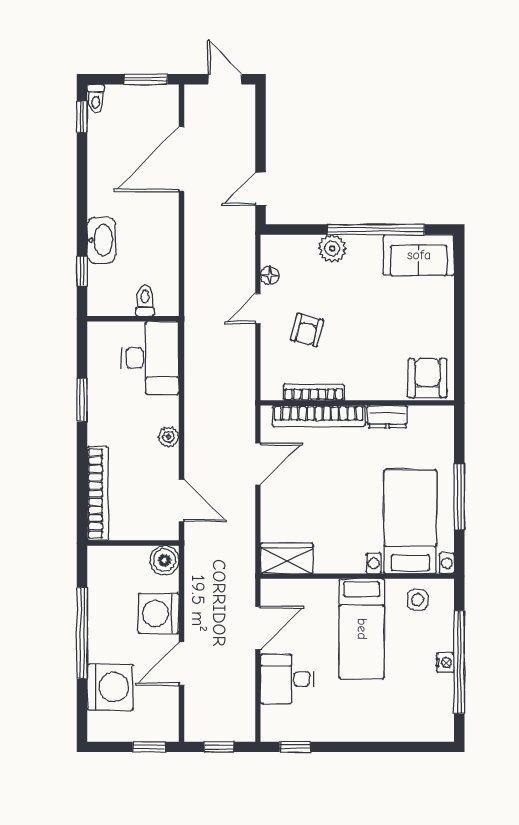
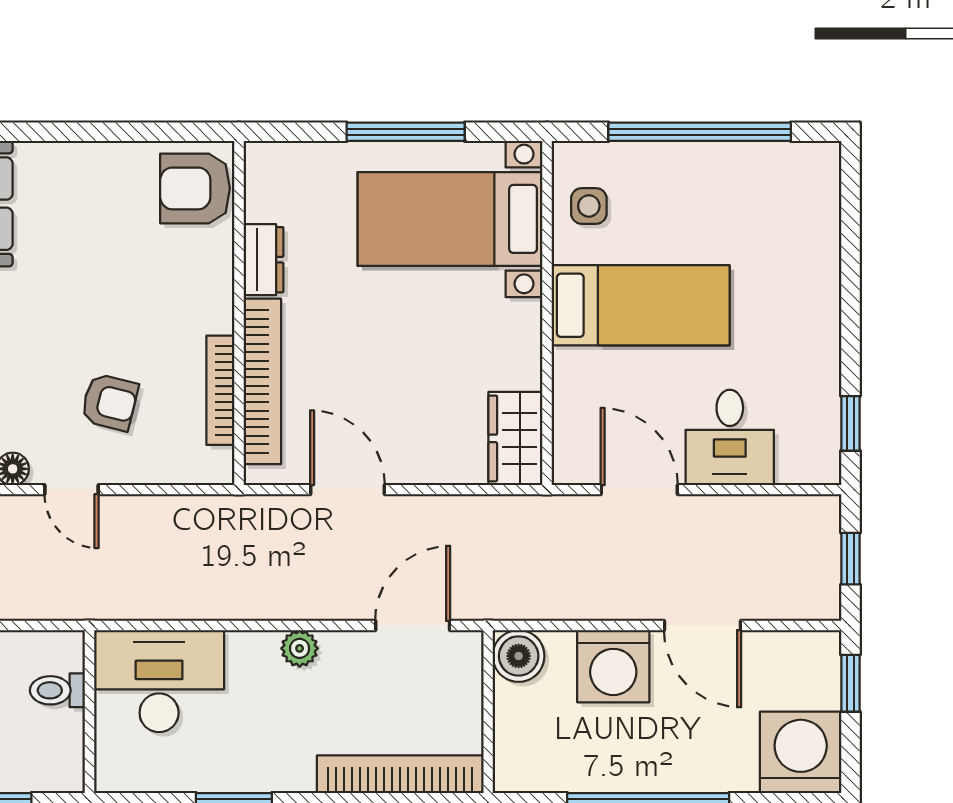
nightstand: (445, 663) -> (701, 157), removed
washing machine: (110, 687) -> (801, 752), moved

